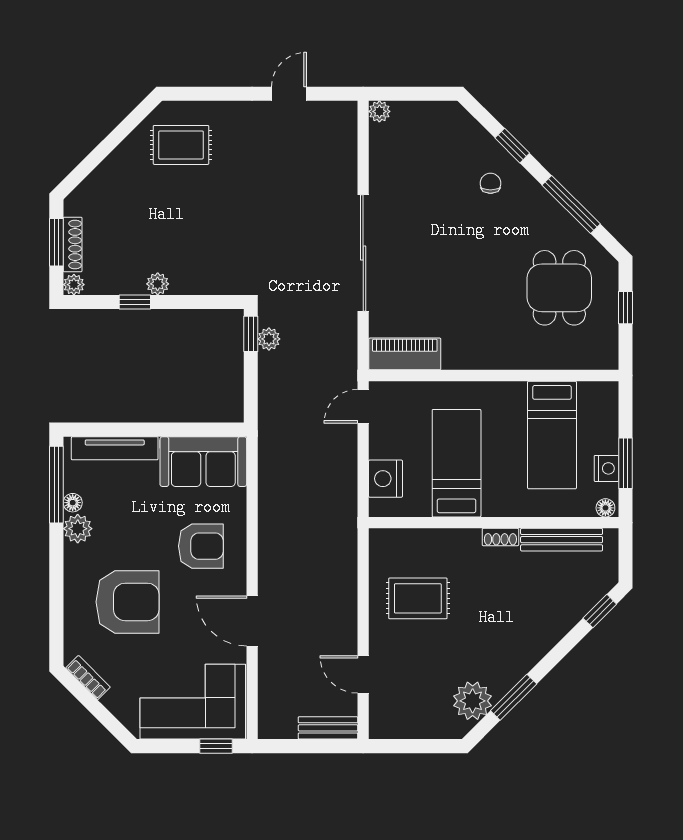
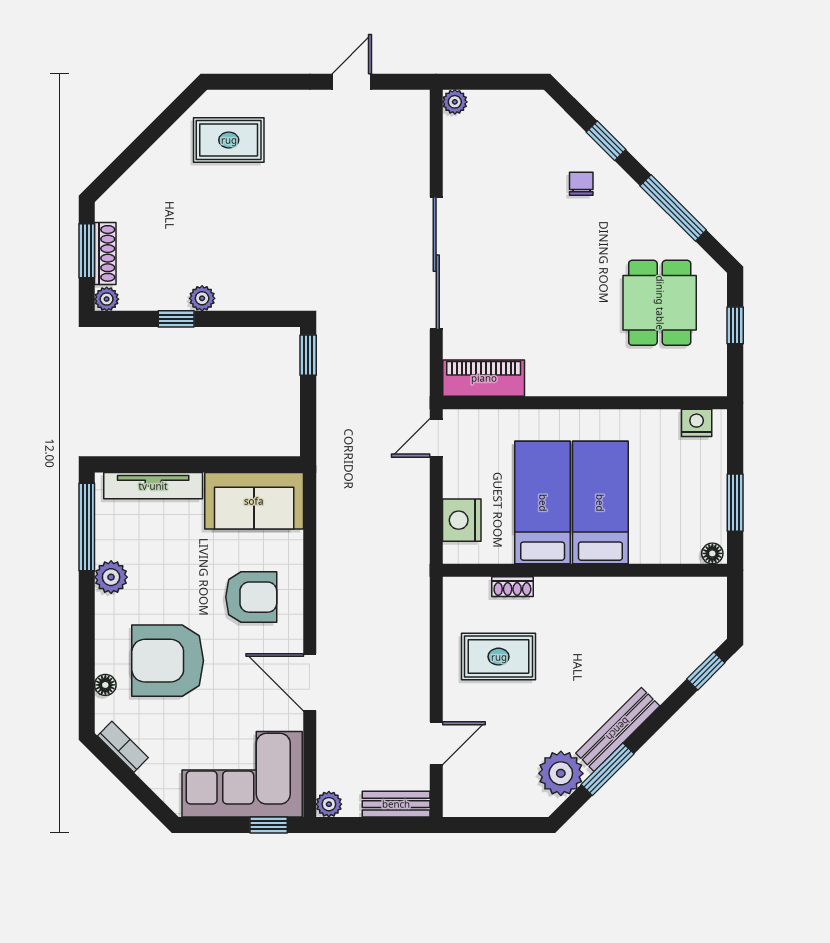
plant: (269, 339) -> (329, 804), moved
bed: (552, 435) -> (600, 503), moved, turned 180
nightstand: (606, 468) -> (697, 423), moved, turned -90
floor lamp: (73, 503) -> (105, 685), moved
shoe rack: (500, 537) -> (512, 587), moved
bench: (562, 540) -> (618, 729), moved, turned -45
armchair: (127, 602) -> (168, 661), turned 180
door: (363, 674) -> (436, 743), swing flipped

